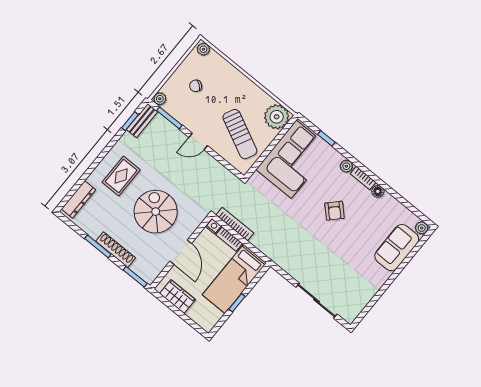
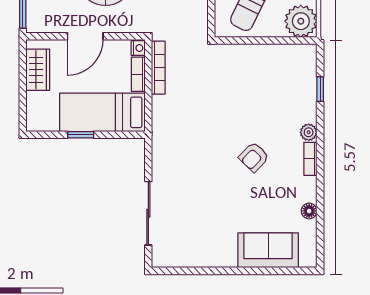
corner sofa: (294, 159) -> (272, 74), removed
floor lamp: (378, 191) -> (309, 211), moved
plant: (422, 228) -> (308, 259), removed

